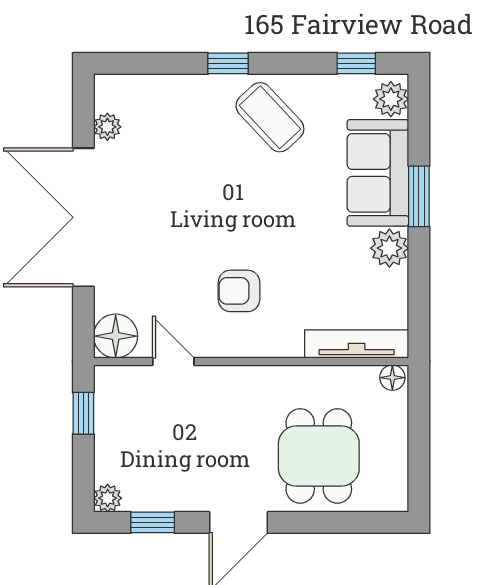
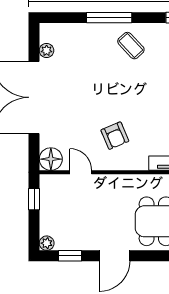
window: (228, 63) -> (109, 18), width x2.17
coffee table: (270, 117) -> (131, 46), width x0.73, depth x0.77
armchair: (239, 291) -> (115, 136), turned -113

